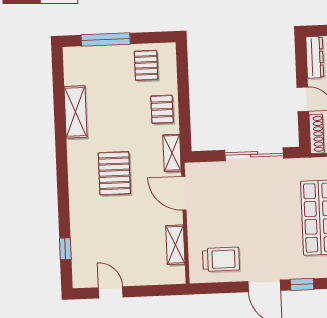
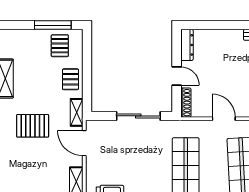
window: (106, 40) -> (53, 25), moved
pallet: (114, 173) -> (33, 126), turned 90

